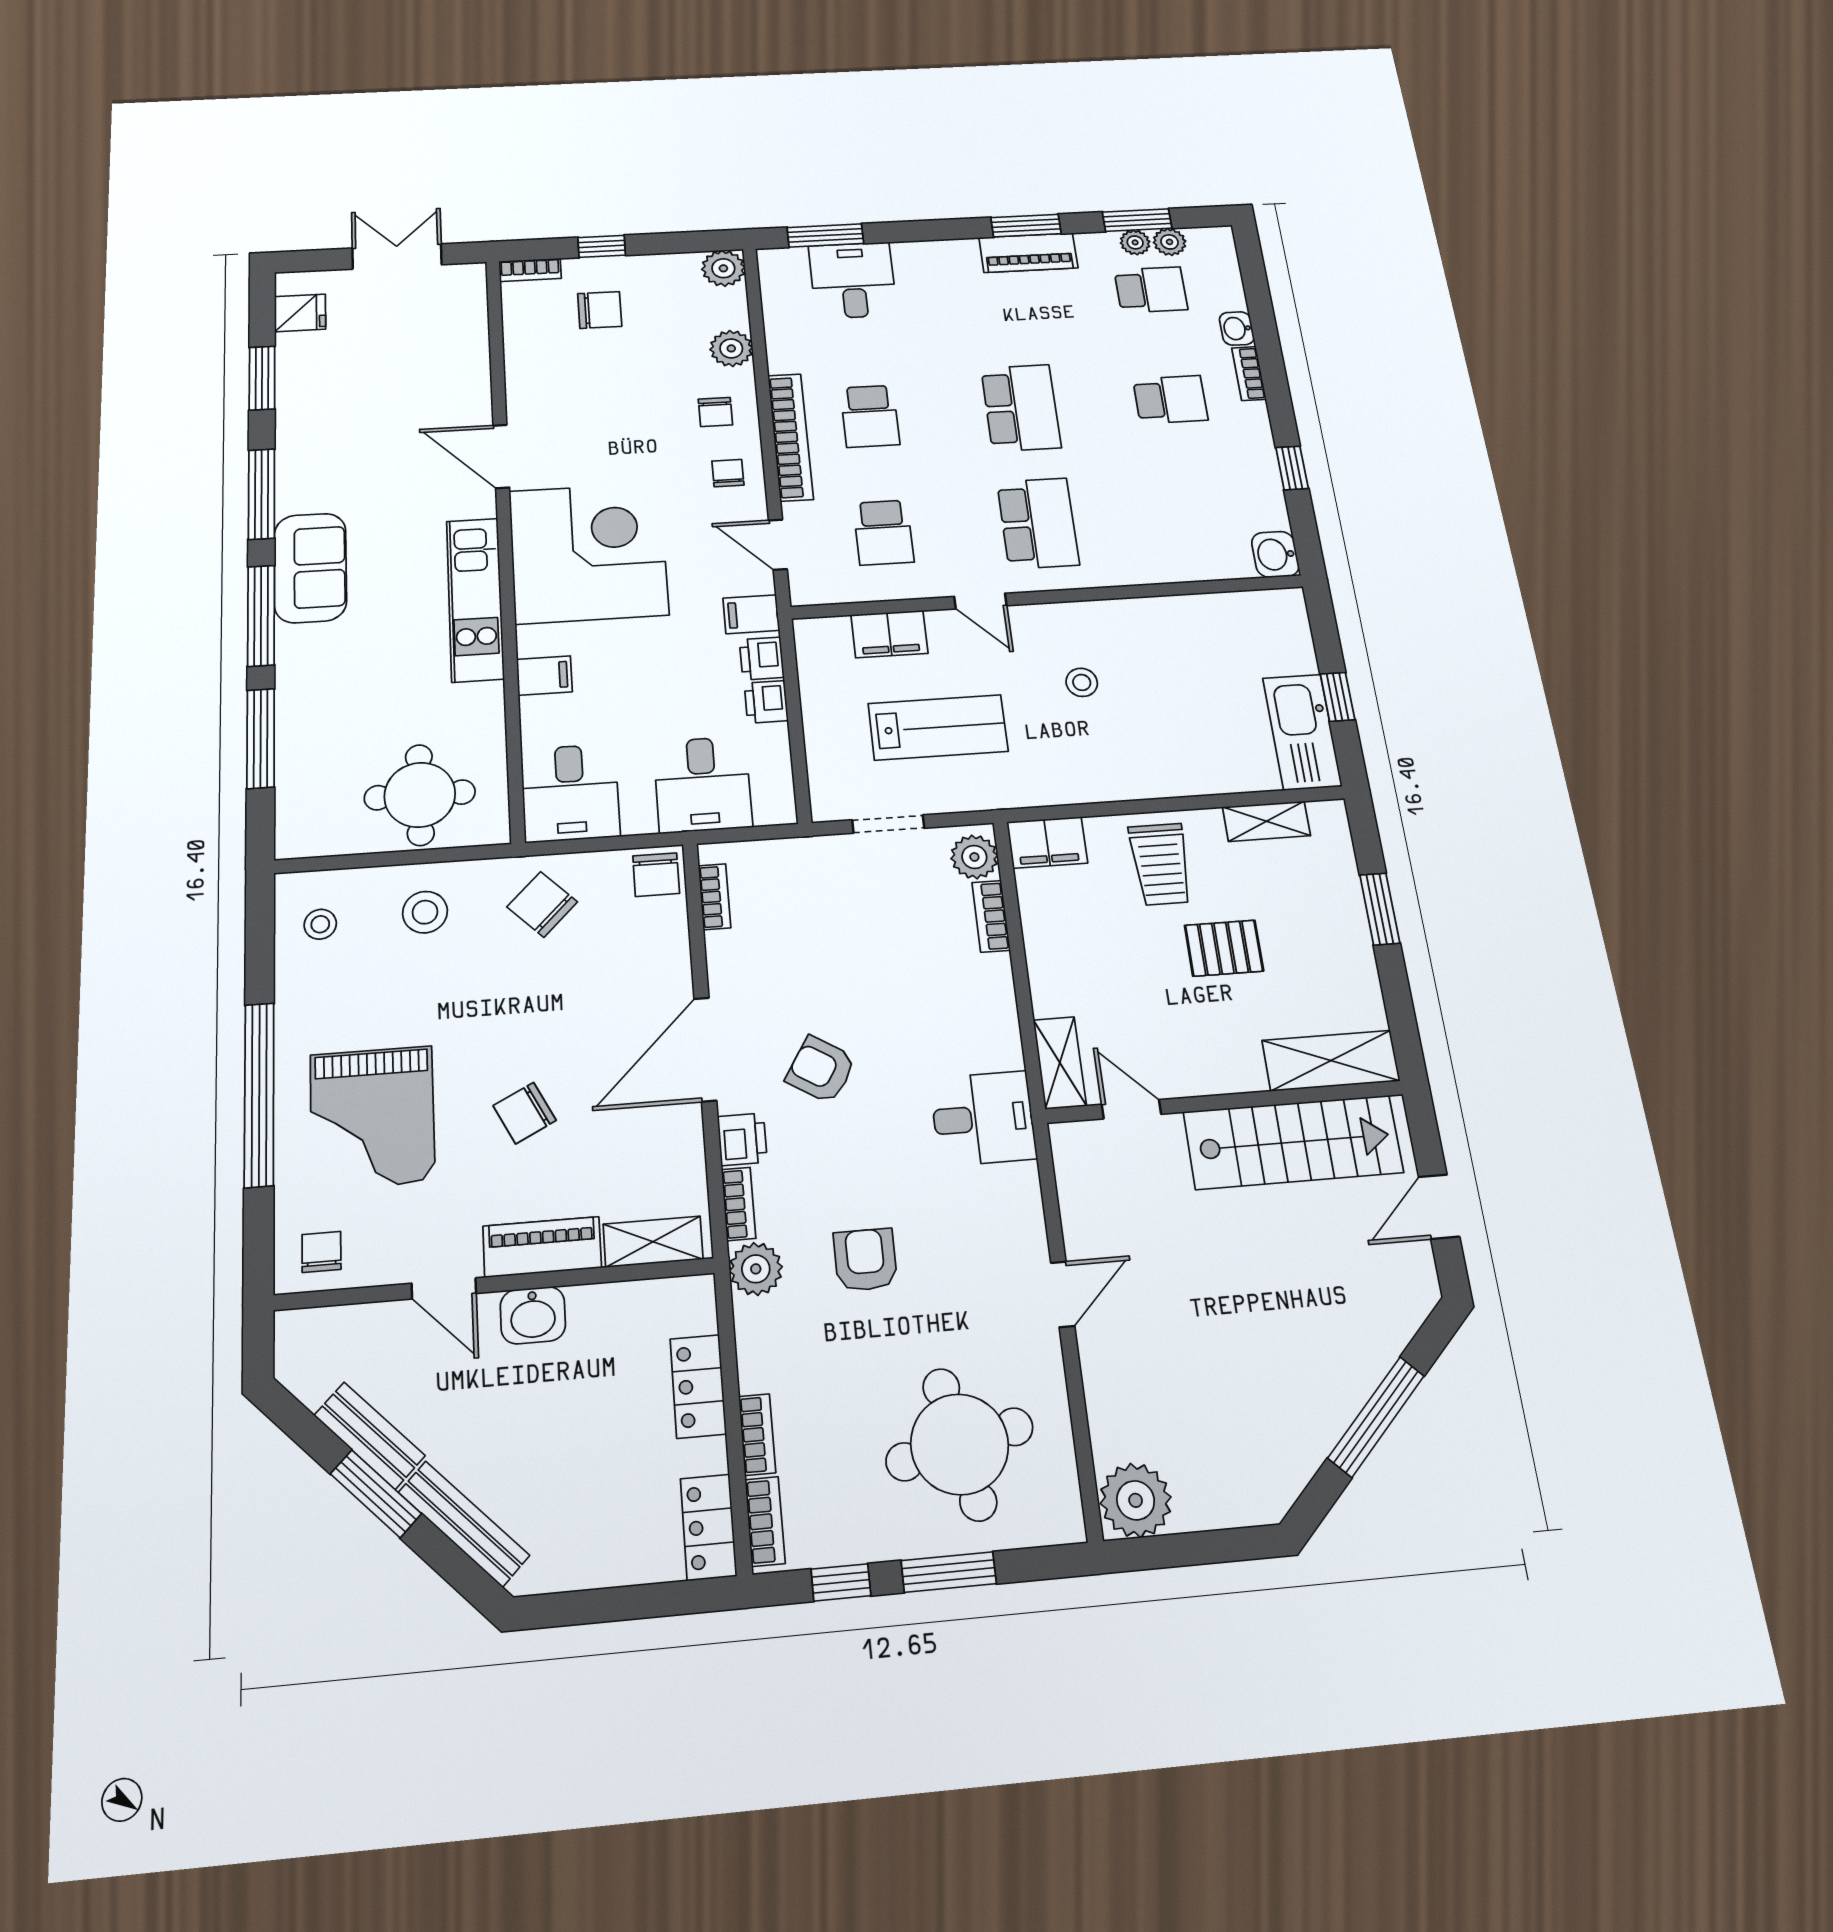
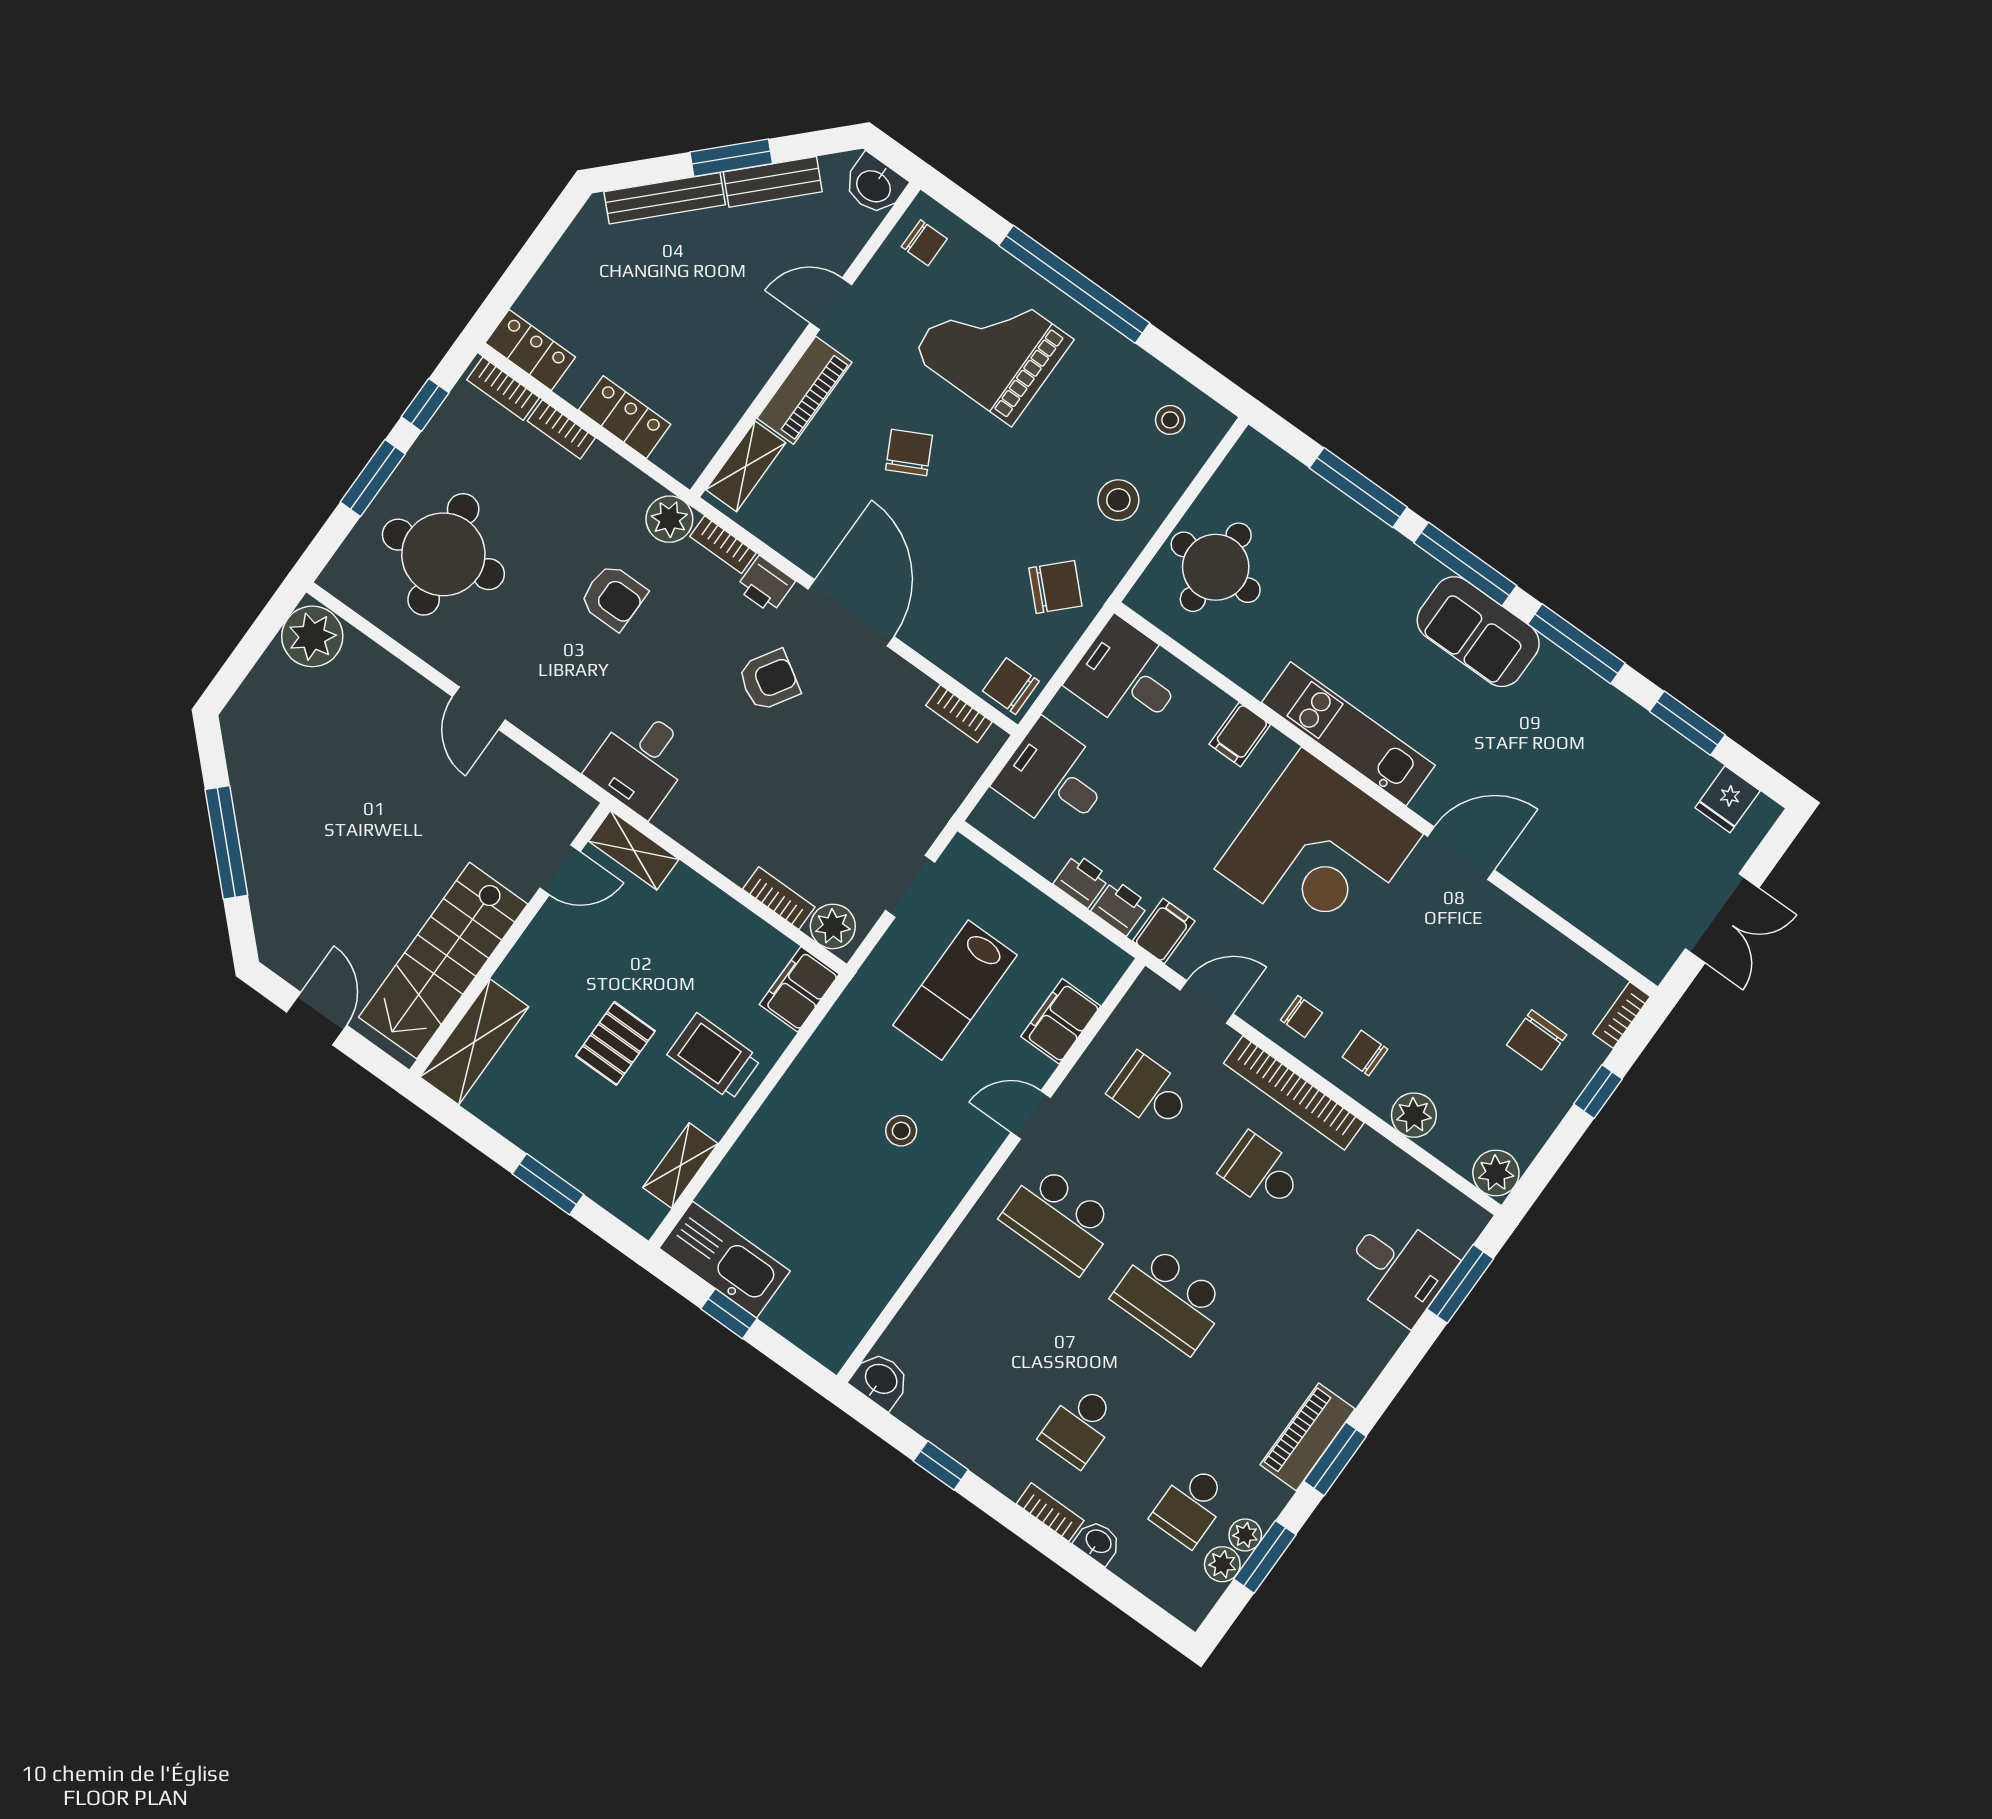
washbasin: (533, 1315) -> (874, 185), moved, turned -90

